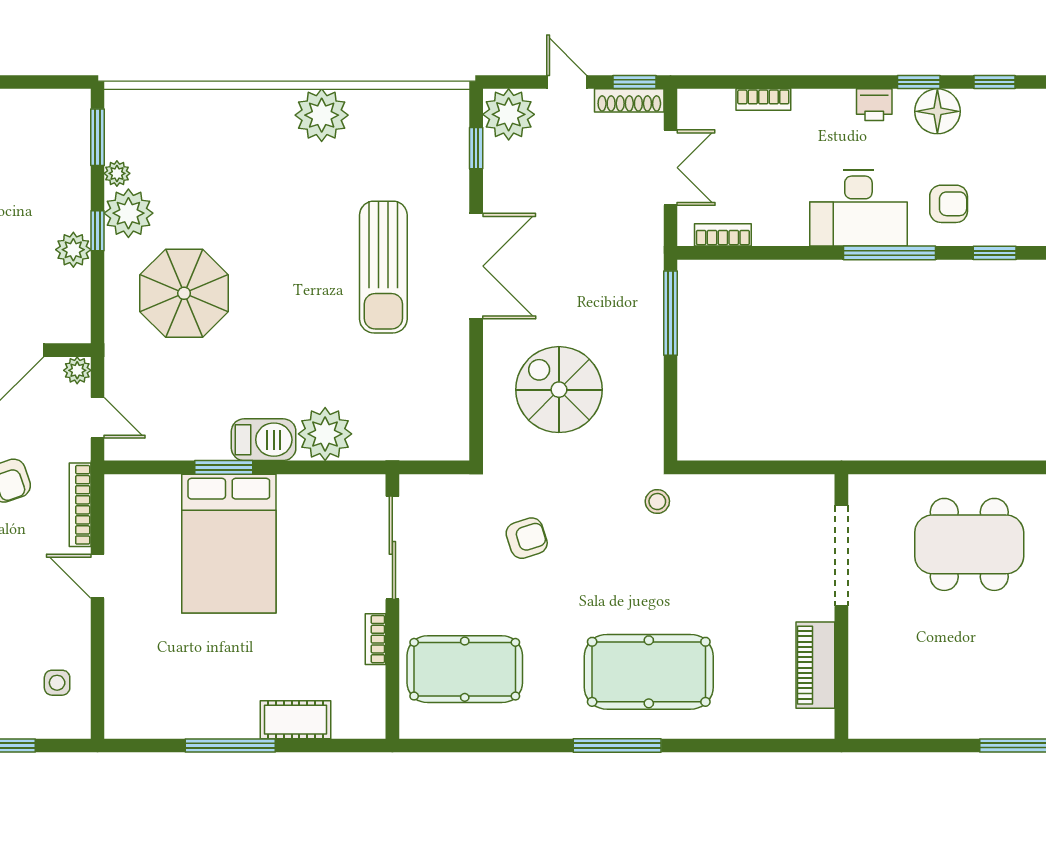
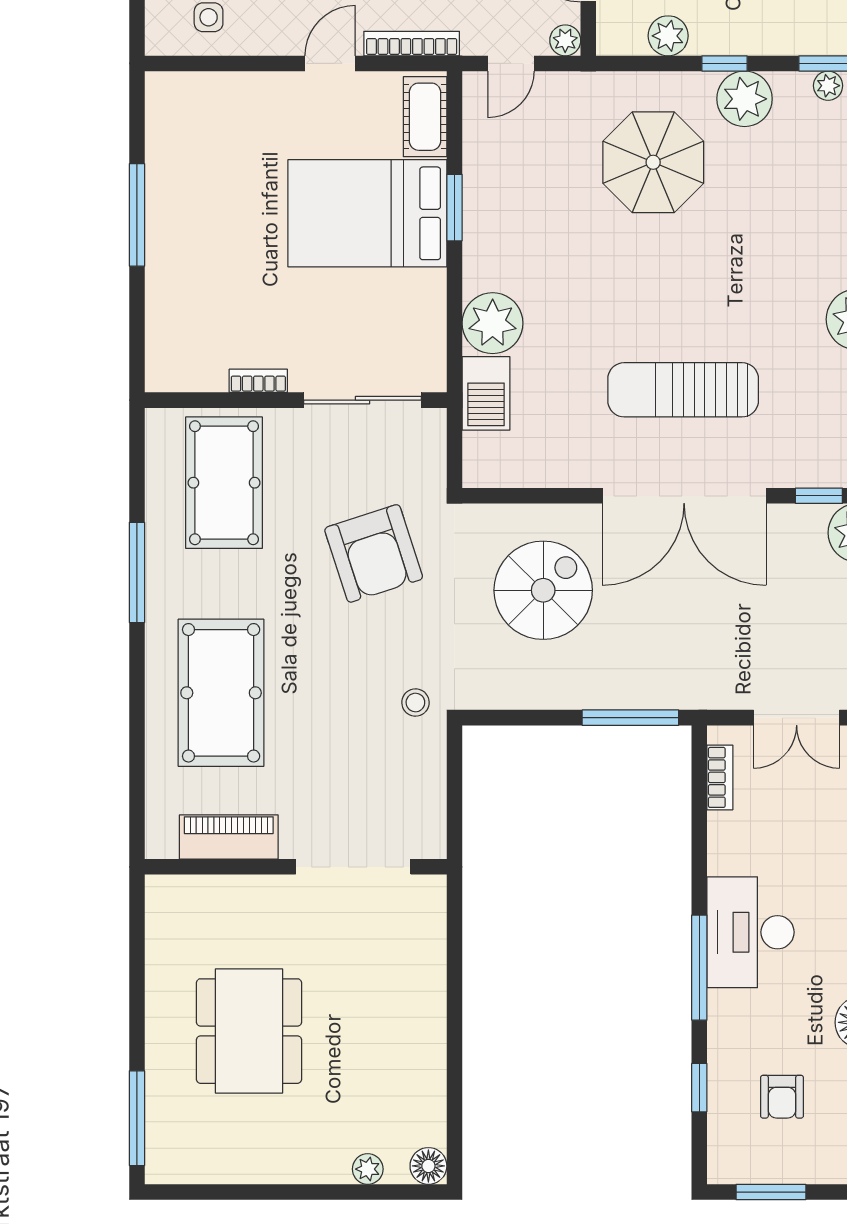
plant: (117, 173) -> (828, 86), moved
armchair: (949, 204) -> (782, 1097), moved
plant: (73, 250) -> (668, 36), moved
double door: (476, 266) -> (684, 496), width x1.36
barbecue: (264, 440) -> (486, 393), moved
armchair: (527, 538) -> (374, 553), width x1.88, depth x1.88
dining table: (969, 544) -> (249, 1031), moved
doorway: (841, 556) -> (353, 867), moved
wall: (841, 606) -> (296, 867), moved
piano: (815, 665) -> (229, 837), moved
cot: (295, 720) -> (425, 117), moved
window: (617, 745) -> (137, 572), moved

